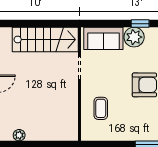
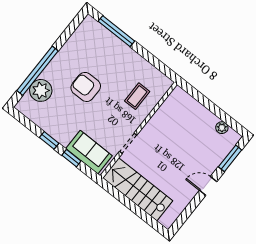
window: (113, 24) -> (71, 158), added
plant: (134, 37) -> (63, 133), removed

